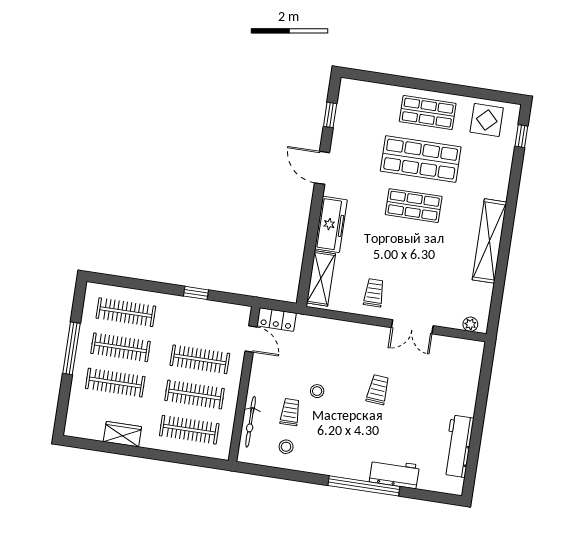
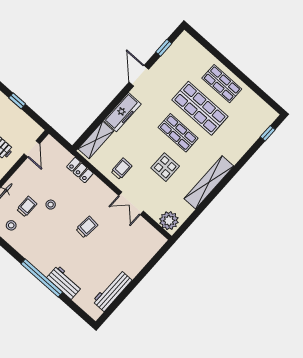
display table: (487, 120) -> (165, 167), moved
locker: (276, 319) -> (80, 170), moved
plant: (470, 324) -> (169, 221), width x1.88, depth x1.88

